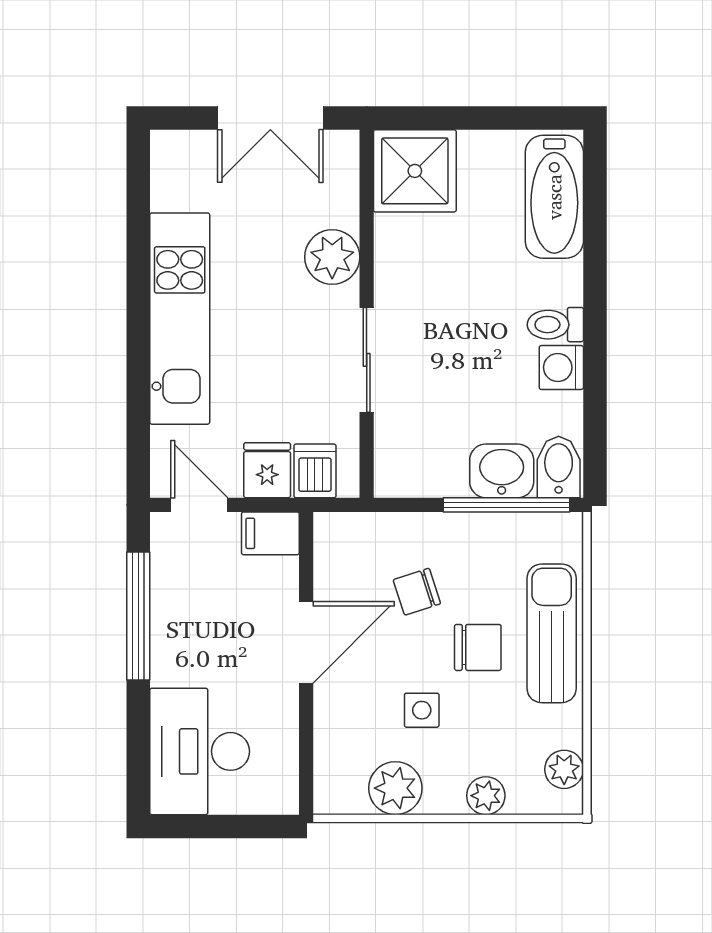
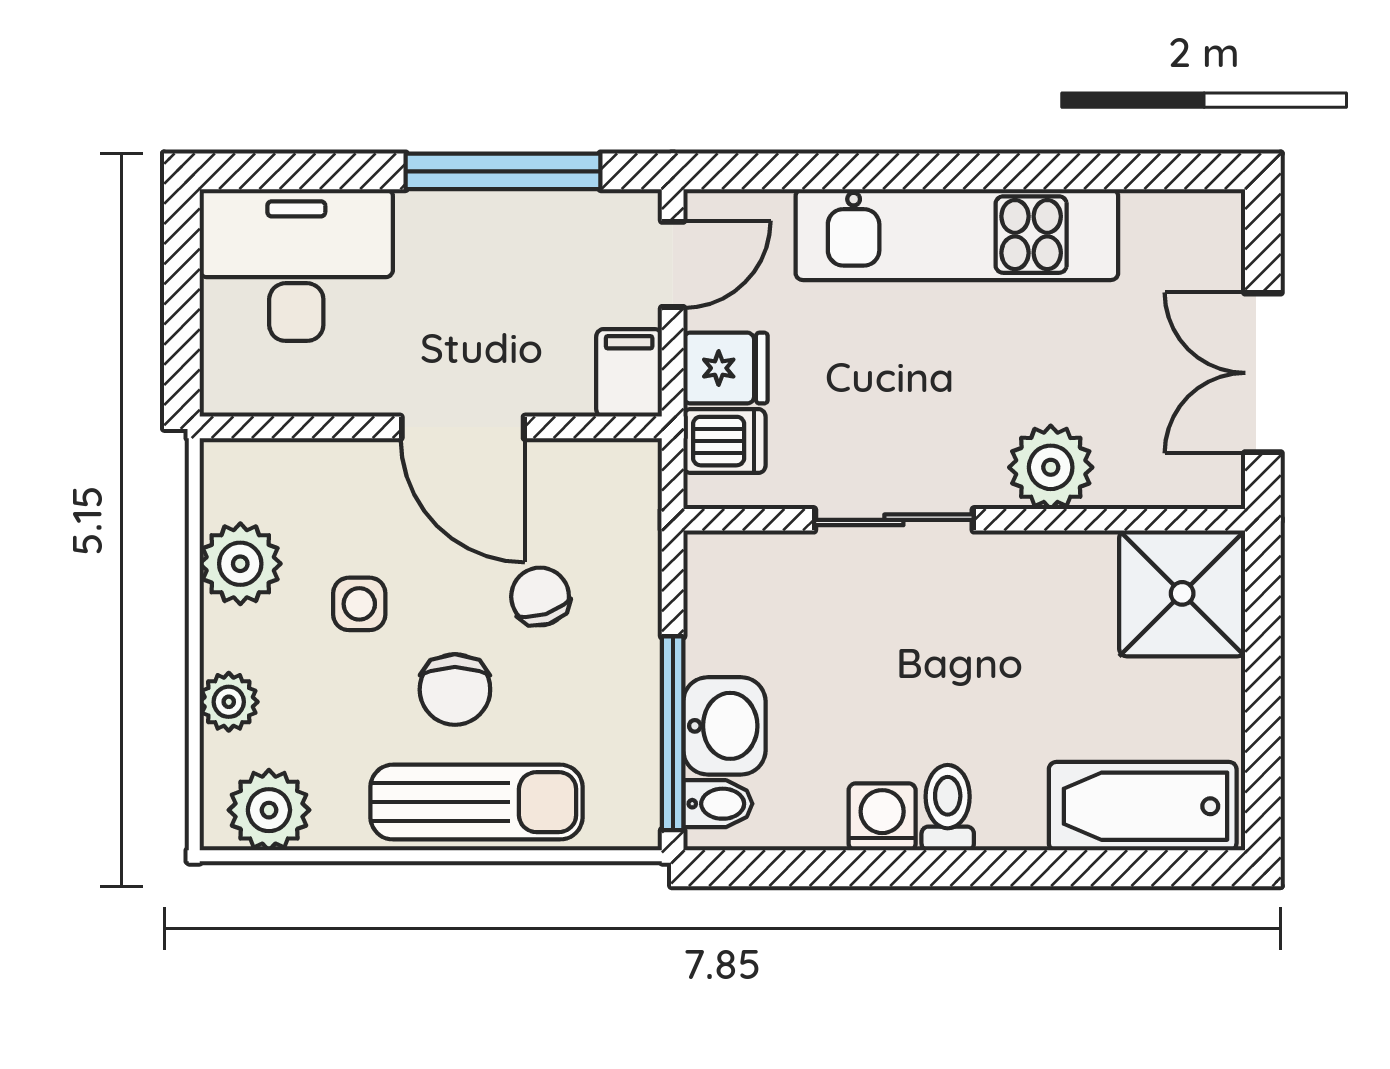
bidet: (559, 467) -> (718, 804), width x0.72, depth x0.74
plant: (564, 769) -> (269, 810), width x1.38, depth x1.38

